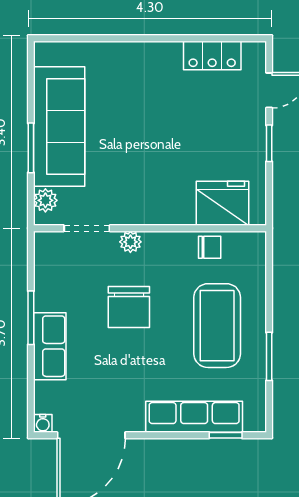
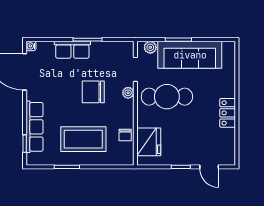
locker: (212, 56) -> (228, 113), moved
cafe table: (138, 169) -> (167, 97), added

